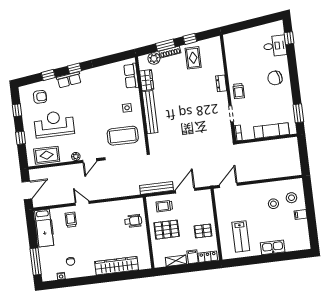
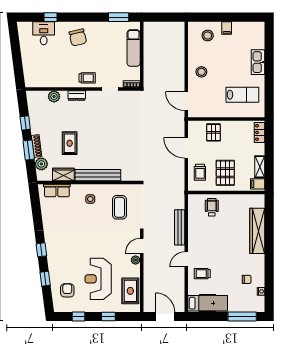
window: (289, 38) -> (51, 17), moved
rug: (193, 58) -> (70, 143), moved, turned 90
plant: (218, 63) -> (54, 96), added
row of seats: (69, 80) -> (53, 257), removed
coffee table: (123, 136) -> (119, 207), width x0.73, depth x0.76
door: (90, 161) -> (142, 246), swing flipped
bench: (156, 188) -> (180, 227), moved
stool: (273, 204) -> (201, 72), moved
pallet: (203, 231) -> (214, 132), moved
filing cabinet: (193, 257) -> (258, 184), moved

